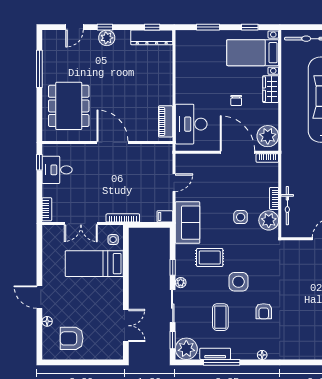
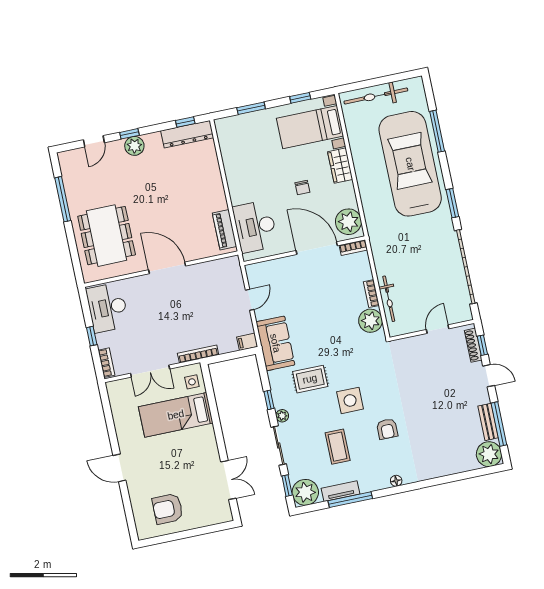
window: (39, 162) -> (92, 336), moved
desk: (57, 170) -> (107, 308), width x1.37
side table: (241, 217) -> (337, 324), removed
floor lamp: (47, 321) -> (135, 495), removed

